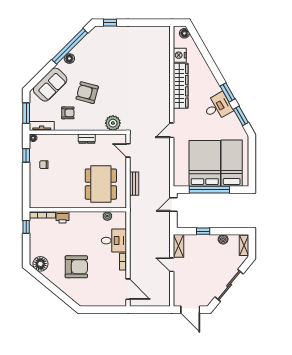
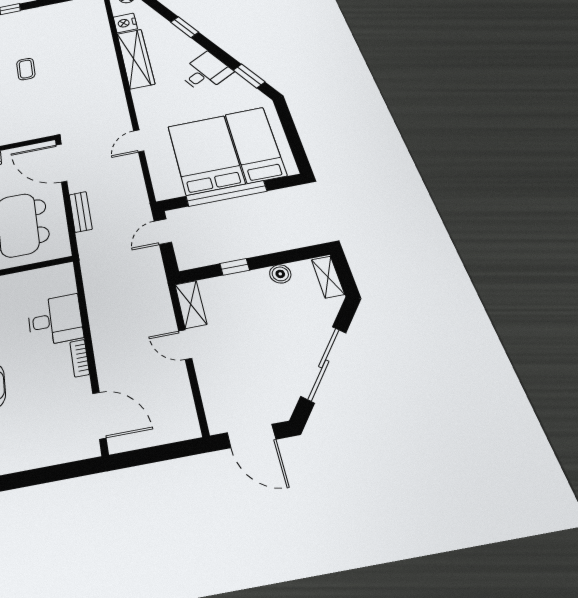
coffee table: (115, 77) -> (26, 69), added
window: (227, 92) -> (185, 27), moved
plant: (113, 123) -> (29, 129), removed
door: (172, 130) -> (139, 141), moved
door: (128, 150) -> (61, 163), width x1.87
plant: (107, 216) -> (36, 277), removed

